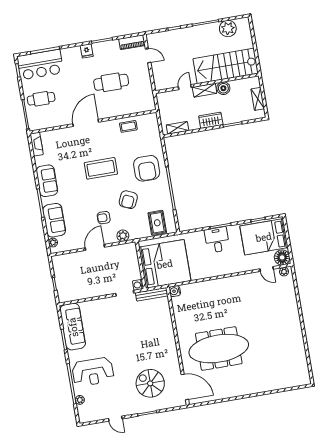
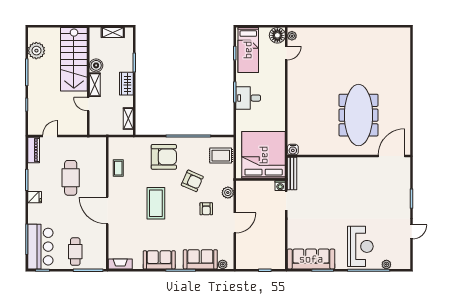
bed: (264, 237) -> (248, 50), width x0.67
door: (95, 247) -> (235, 223), swing flipped
spiral stairs: (150, 383) -> (382, 190), removed

